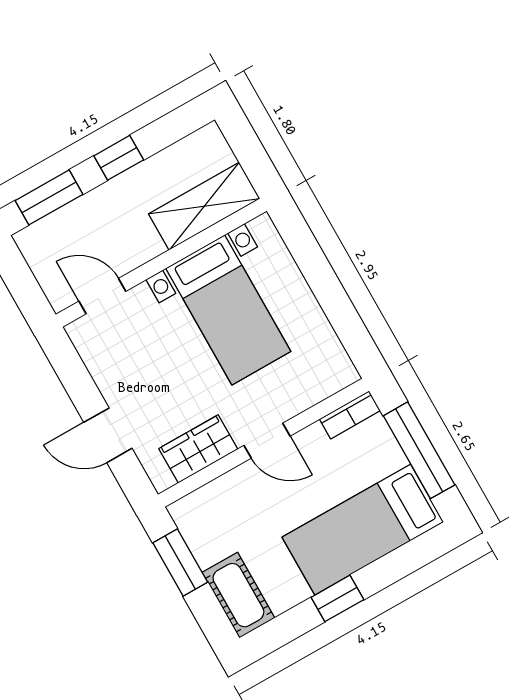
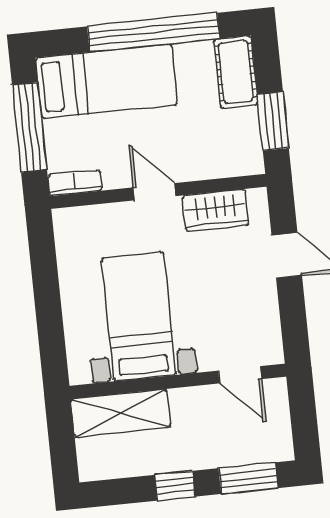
window: (337, 598) -> (153, 32), width x3.17

